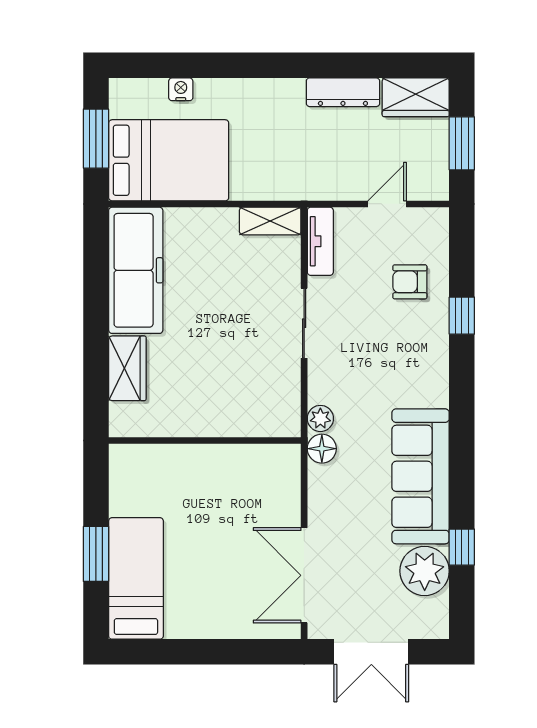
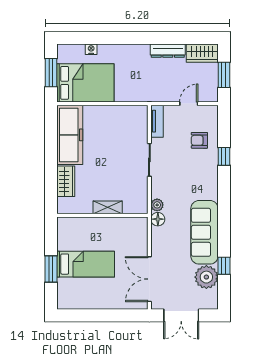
shelving: (270, 221) -> (108, 207), moved
bed: (136, 578) -> (86, 264), moved, turned 90

